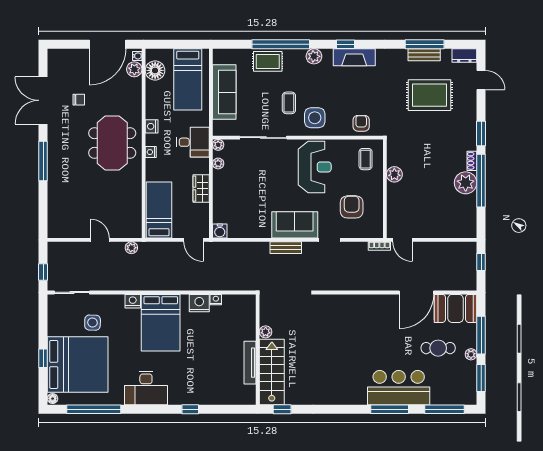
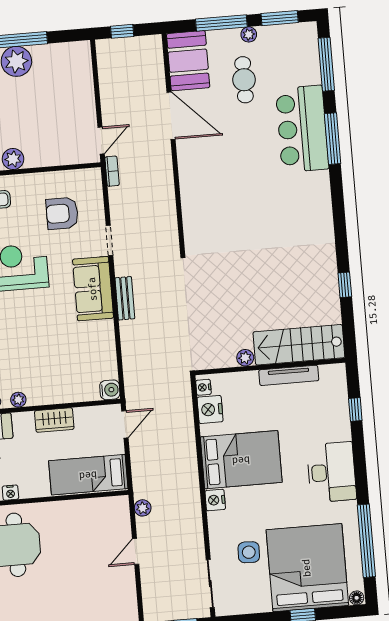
plant: (266, 332) -> (245, 358), moved
wall: (258, 350) -> (270, 366), moved
tv unit: (250, 363) -> (289, 375), moved
stairs: (272, 372) -> (299, 345), moved

